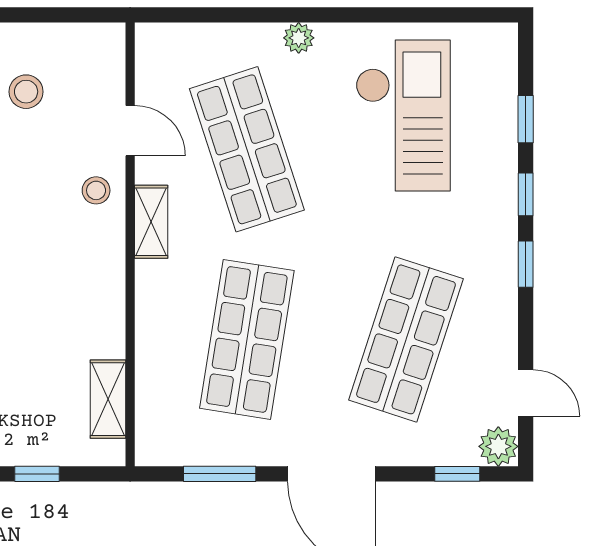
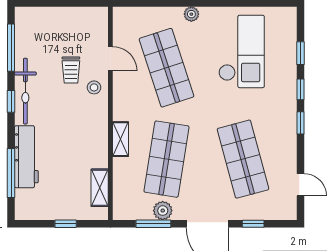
stool: (26, 92) -> (60, 40), removed
trolley: (48, 154) -> (71, 70), added
shelving: (151, 222) -> (121, 139), moved
shop shelf: (406, 339) -> (243, 159), turned -33
plant: (498, 446) -> (163, 211), moved
window: (457, 474) -> (253, 224), moved

